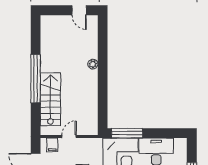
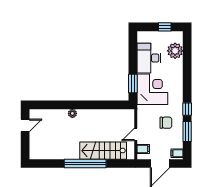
window: (127, 133) -> (133, 84), width x0.69
door: (69, 136) -> (136, 134), hinge flipped

